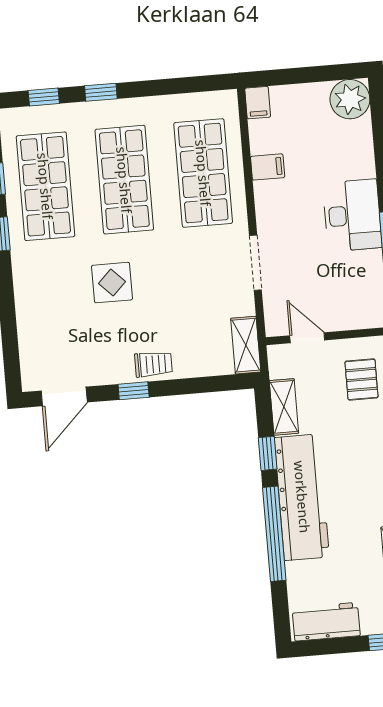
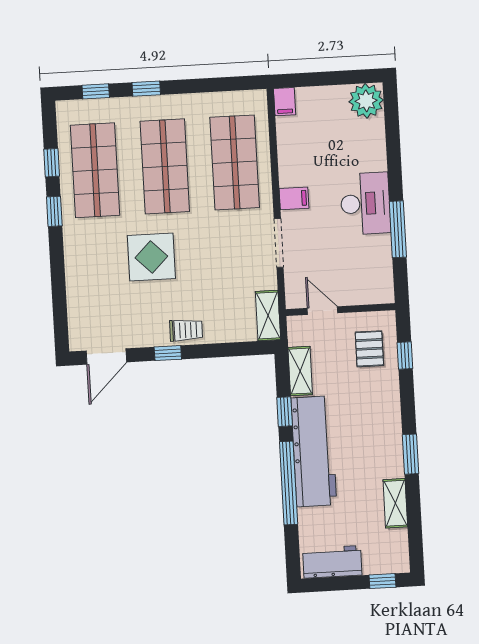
filing cabinet: (268, 167) -> (294, 198), moved
display table: (112, 283) -> (151, 257), width x1.36, depth x1.36

